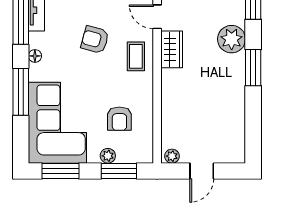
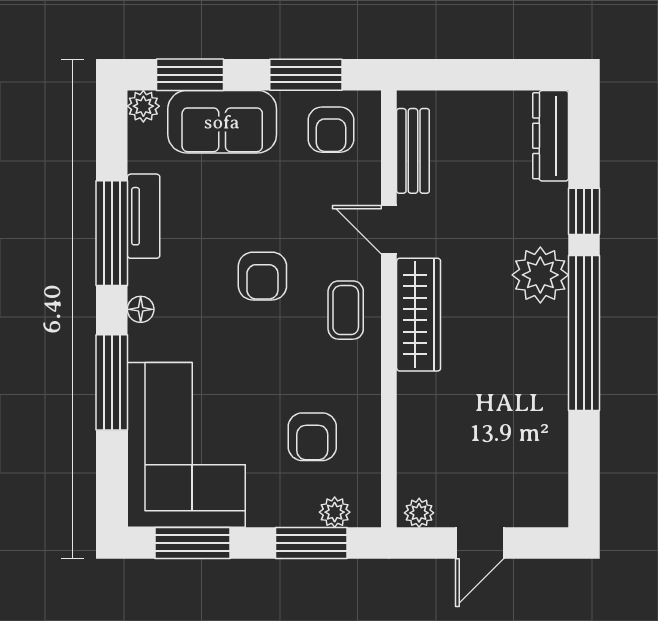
armchair: (95, 40) -> (262, 276), turned -105
wardrobe: (172, 49) -> (419, 315), width x1.50
window: (253, 68) -> (584, 333), width x2.11
plant: (108, 156) -> (335, 512), moved

